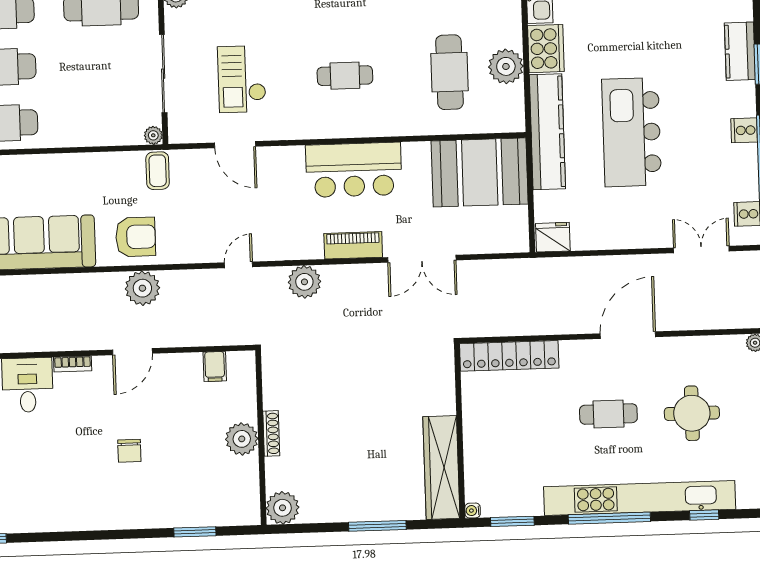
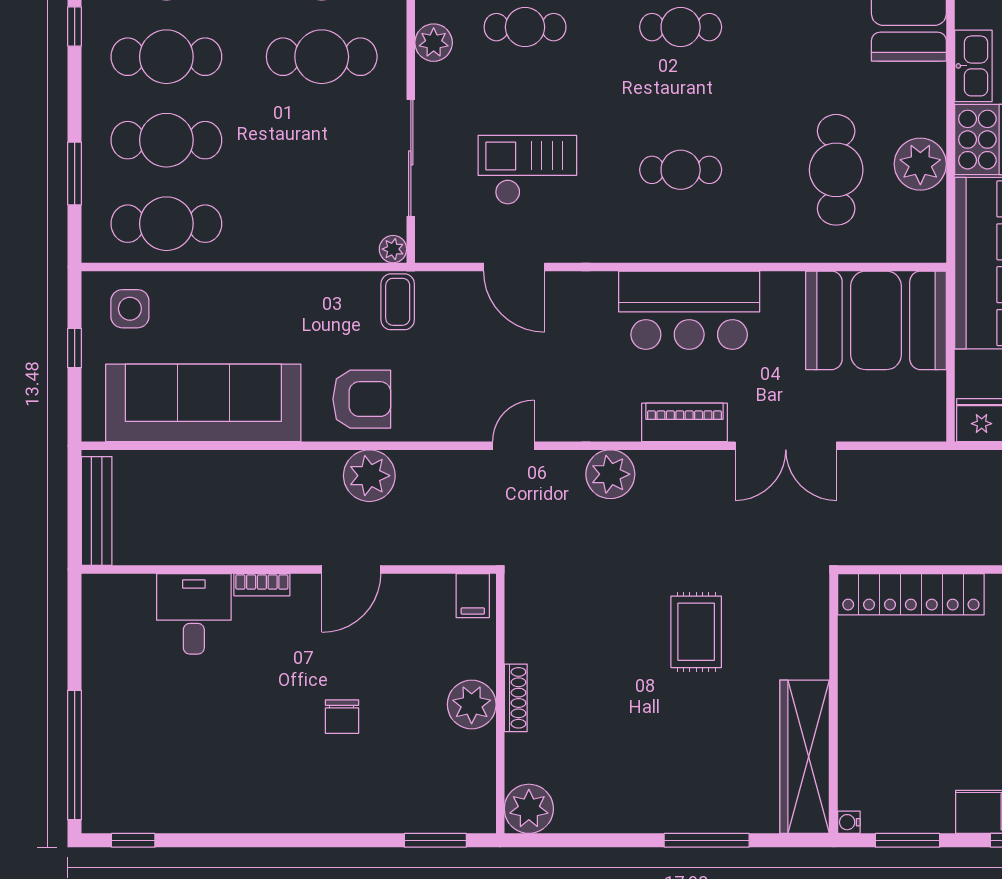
checkout: (242, 79) -> (527, 170), turned 90
rug: (366, 386) -> (696, 632), added
shoe rack: (271, 433) -> (516, 698), moved
wall: (261, 438) -> (500, 703), moved
plant: (242, 439) -> (472, 704), moved
plant: (283, 508) -> (529, 809), moved

